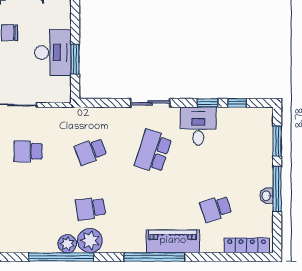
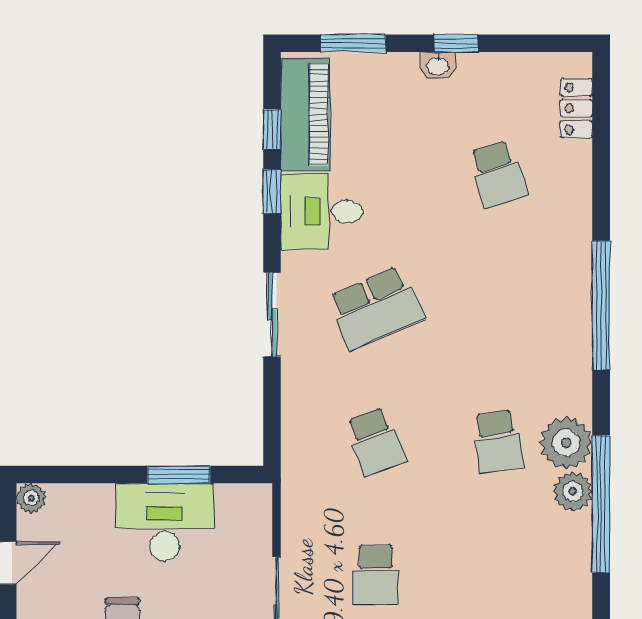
school desk: (153, 151) -> (375, 308), turned -42
window: (277, 189) -> (456, 43), width x0.46
washbasin: (267, 196) -> (438, 66), moved
piano: (173, 241) -> (305, 114), moved, turned 180
locker: (247, 245) -> (576, 108), width x0.66

